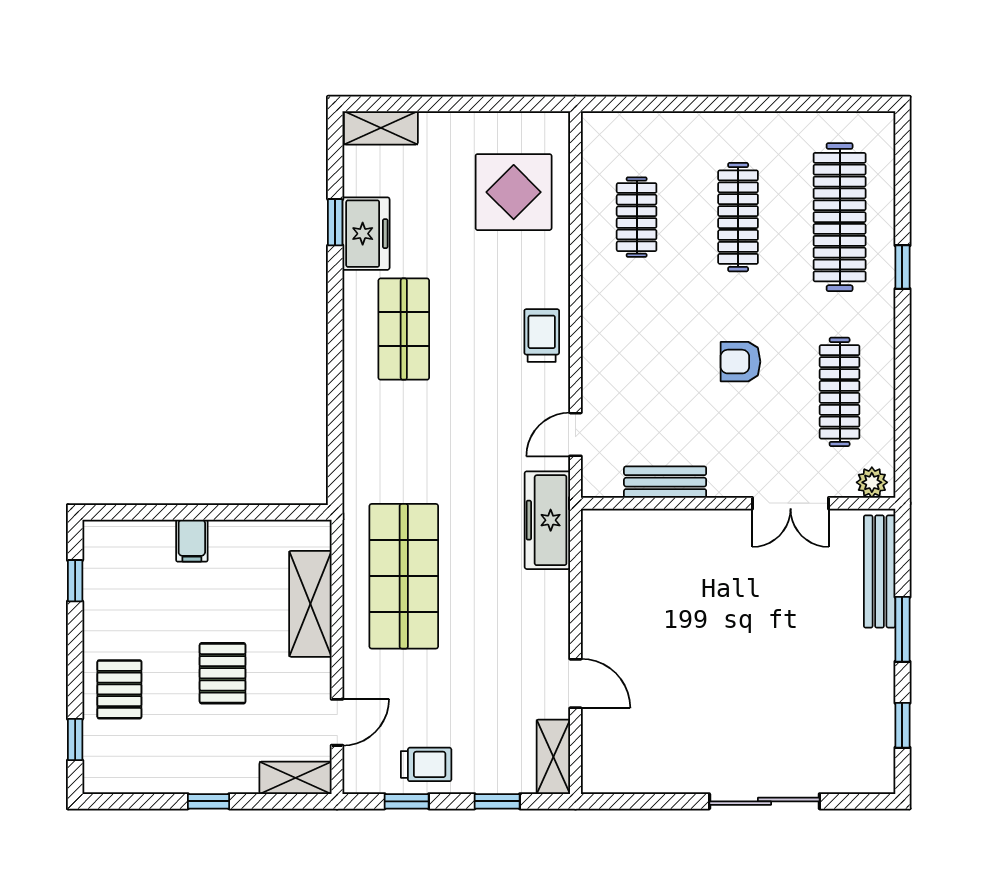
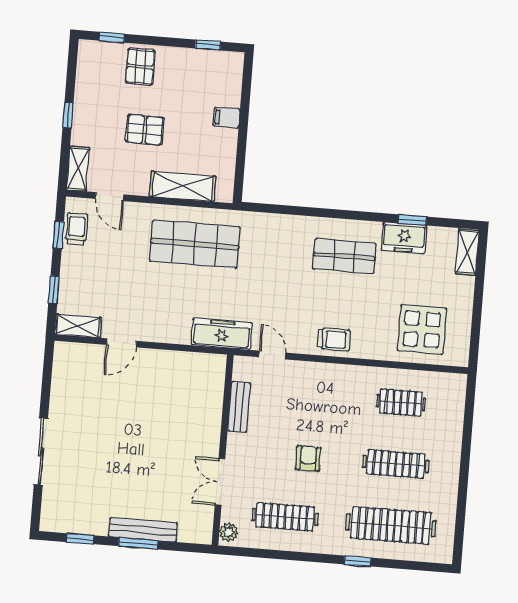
bench: (880, 571) -> (143, 530), moved
pallet: (119, 689) -> (140, 67), turned 90
trolley: (426, 764) -> (77, 229), moved, turned 180

